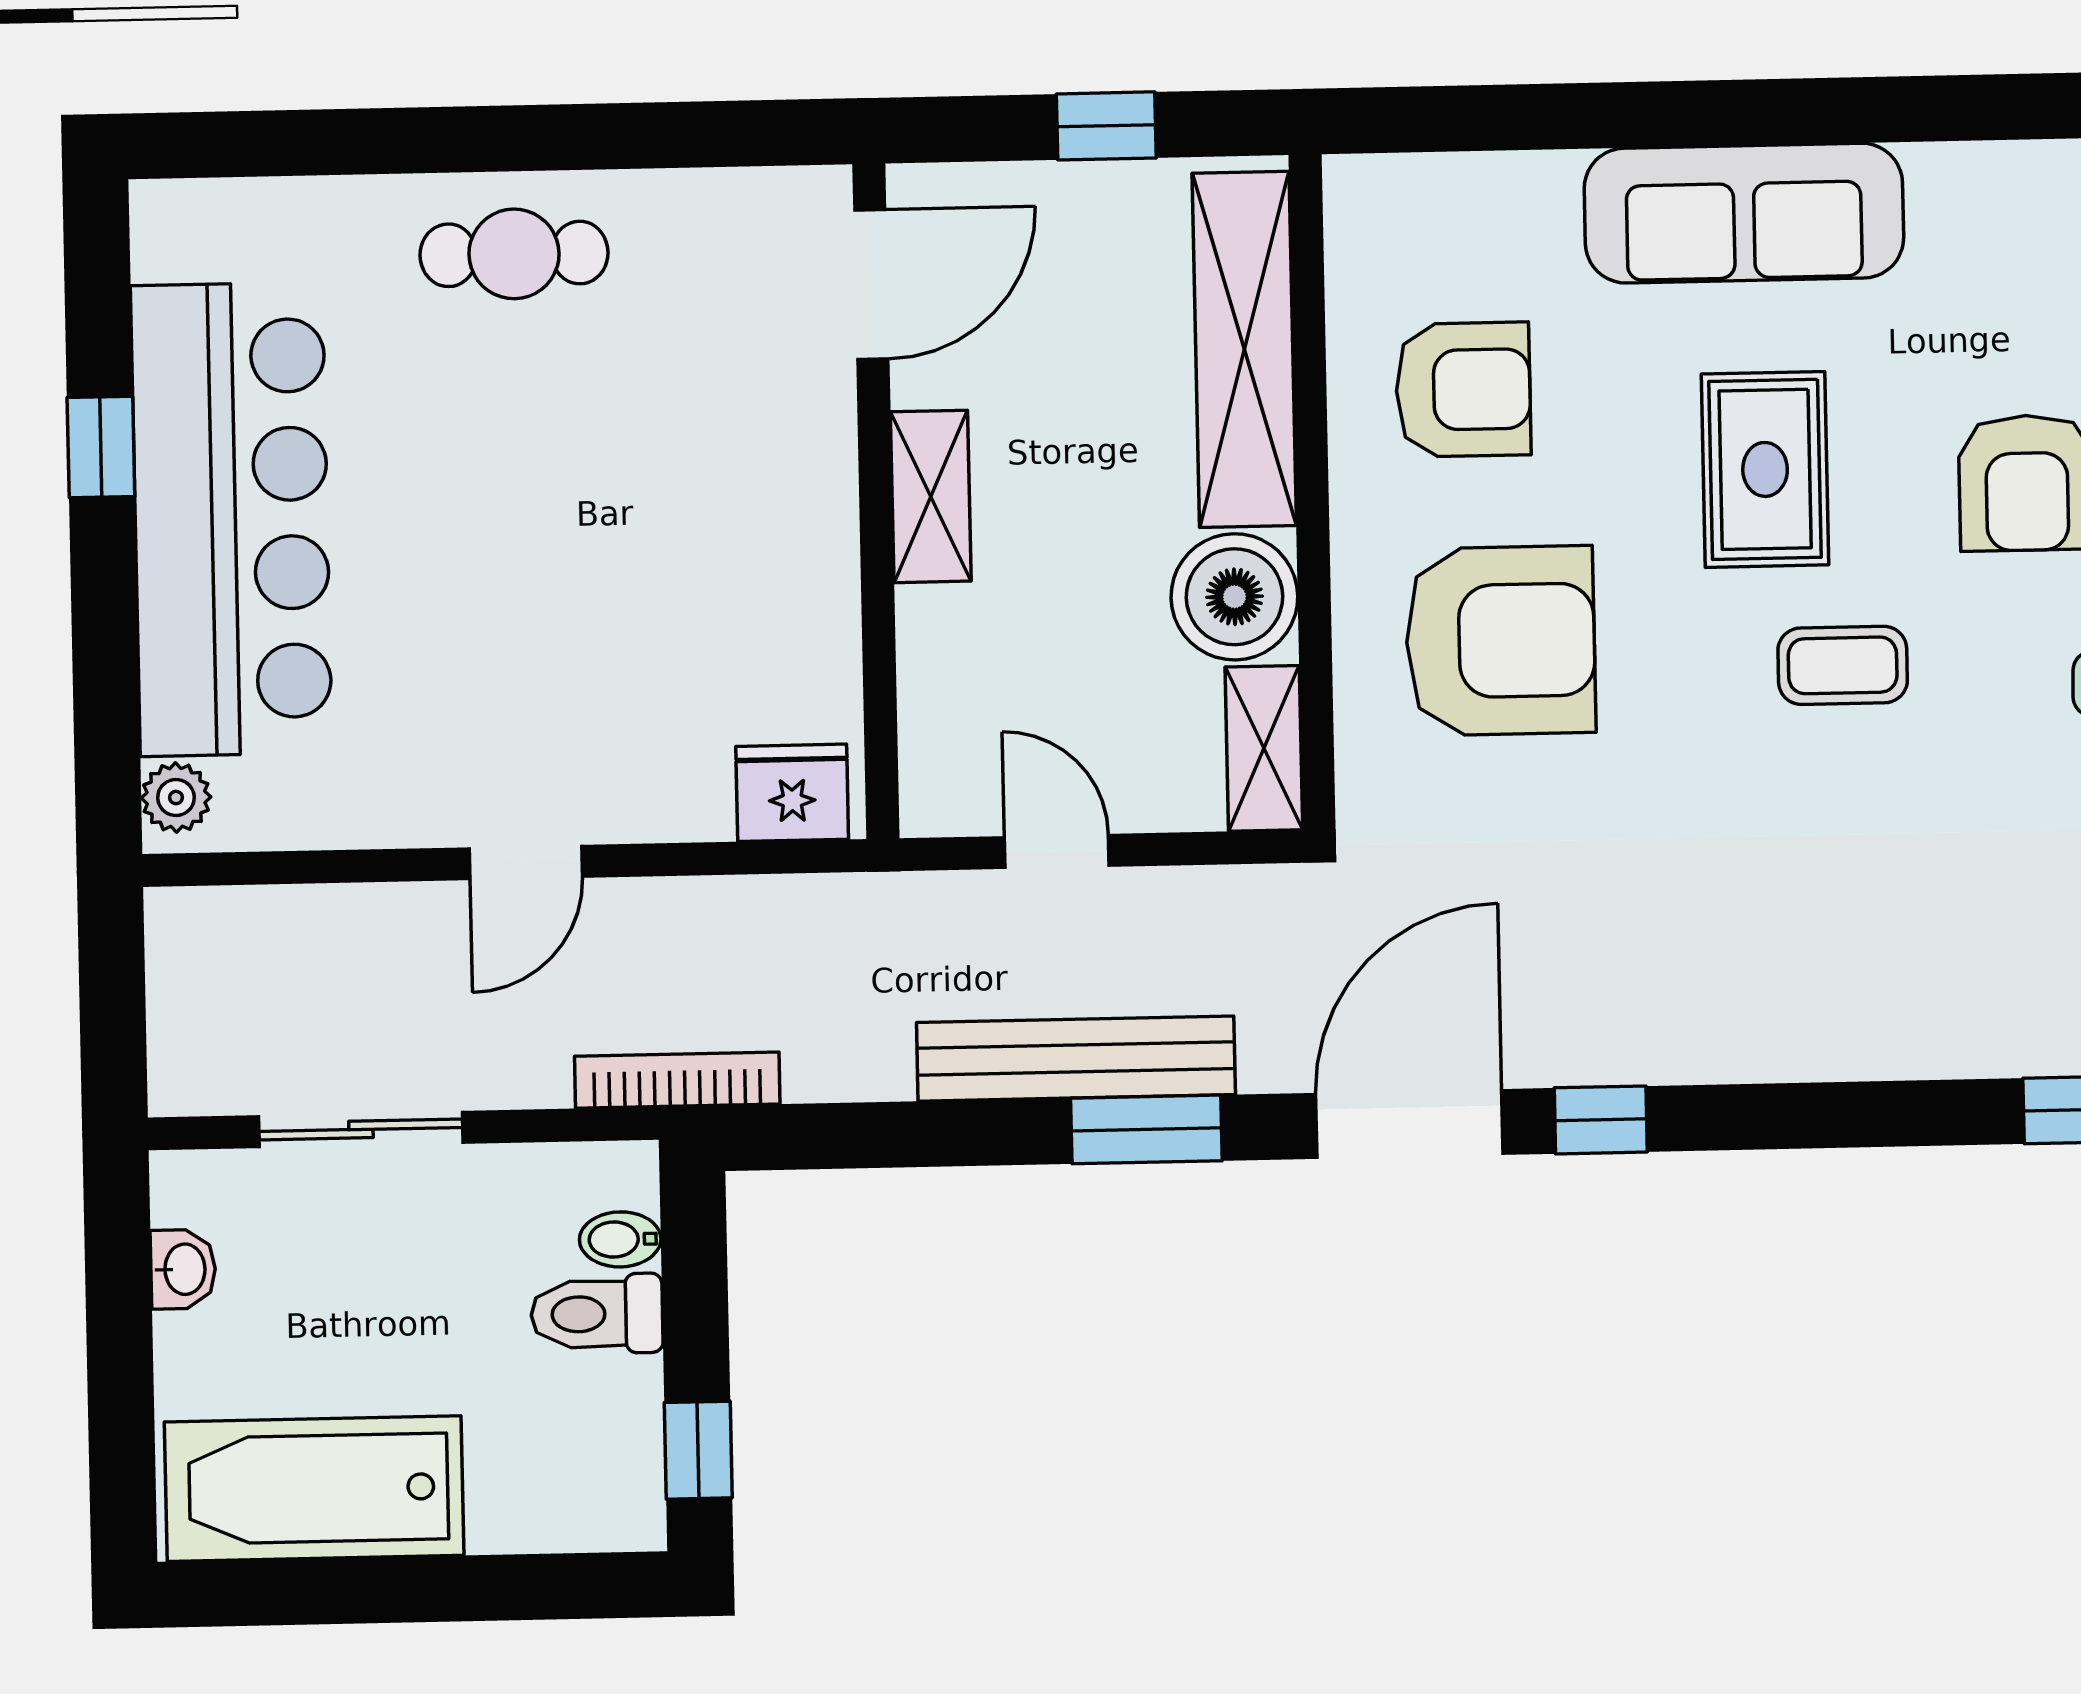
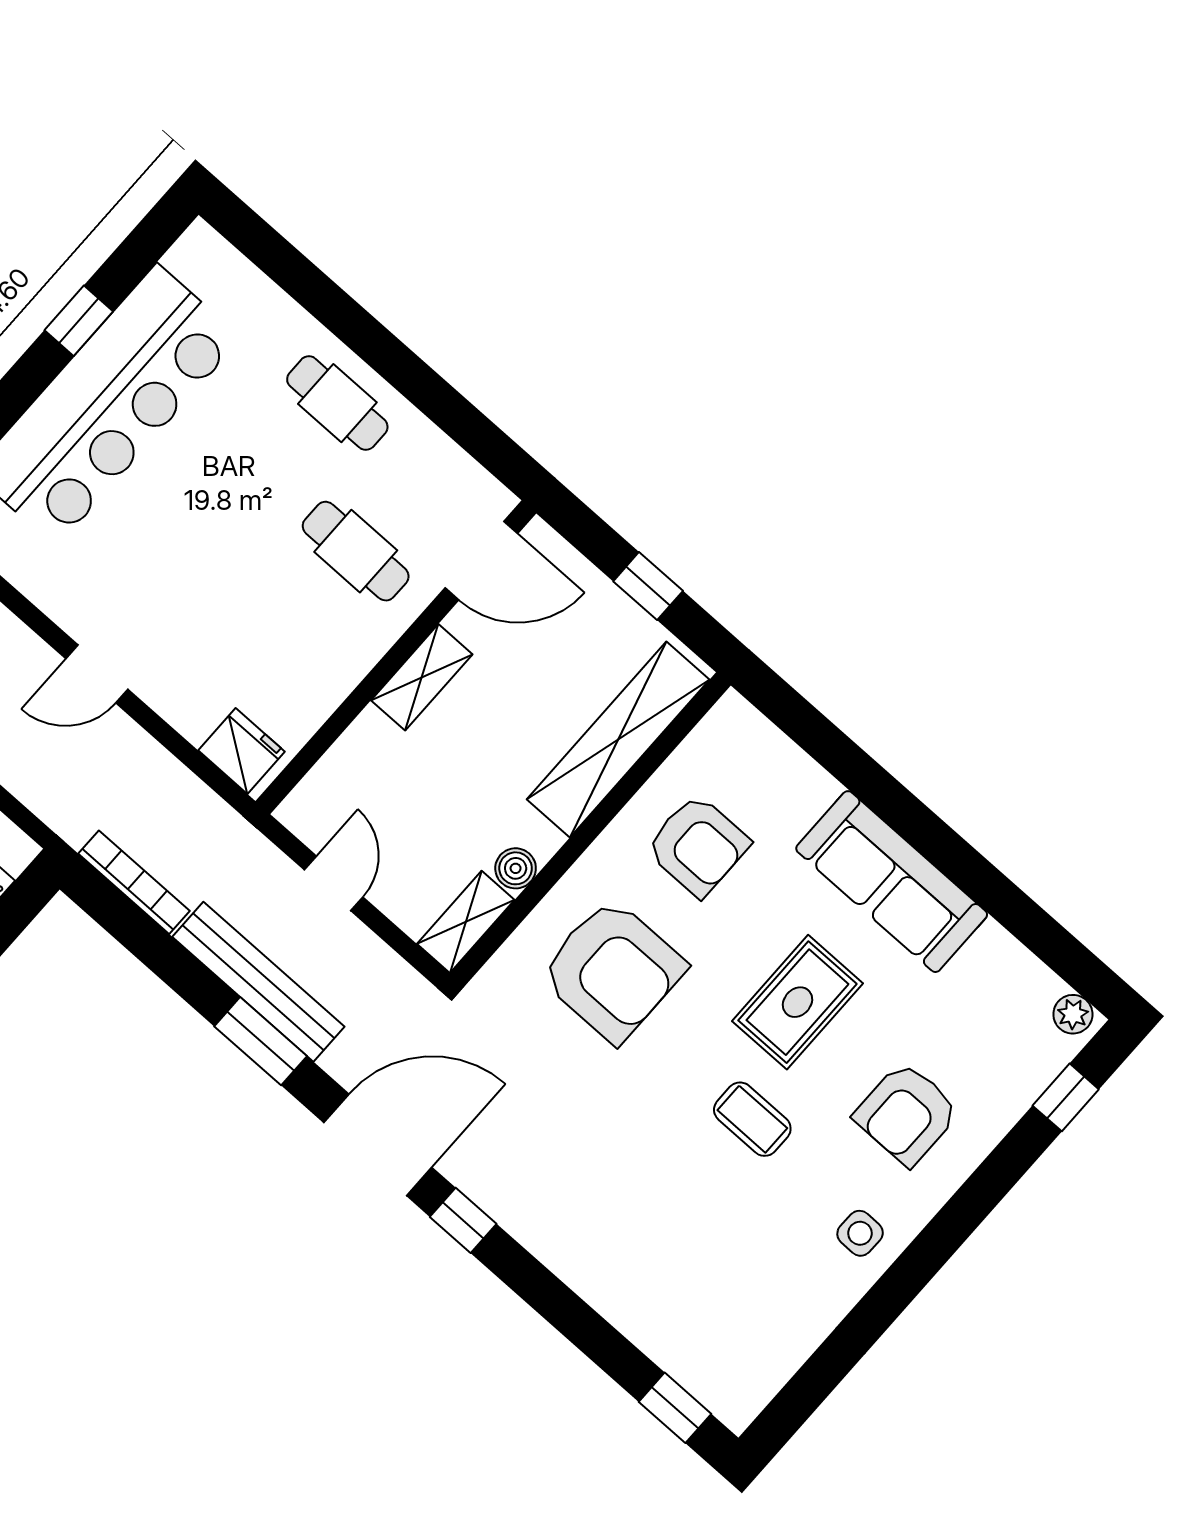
cafe table: (705, 416) -> (356, 551), added
boiler: (1234, 597) -> (516, 868), width x0.54, depth x0.54
bookcase: (677, 1080) -> (134, 882), moved

